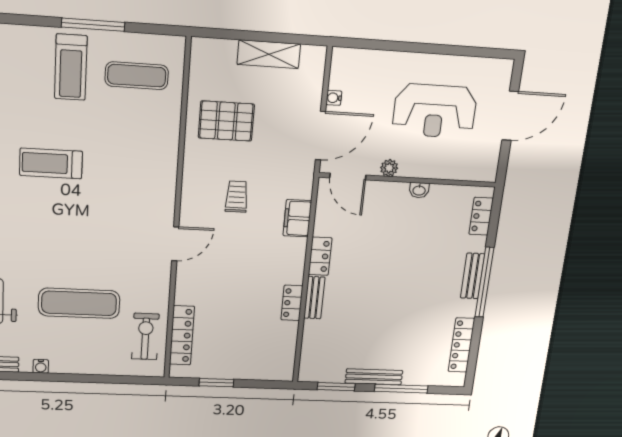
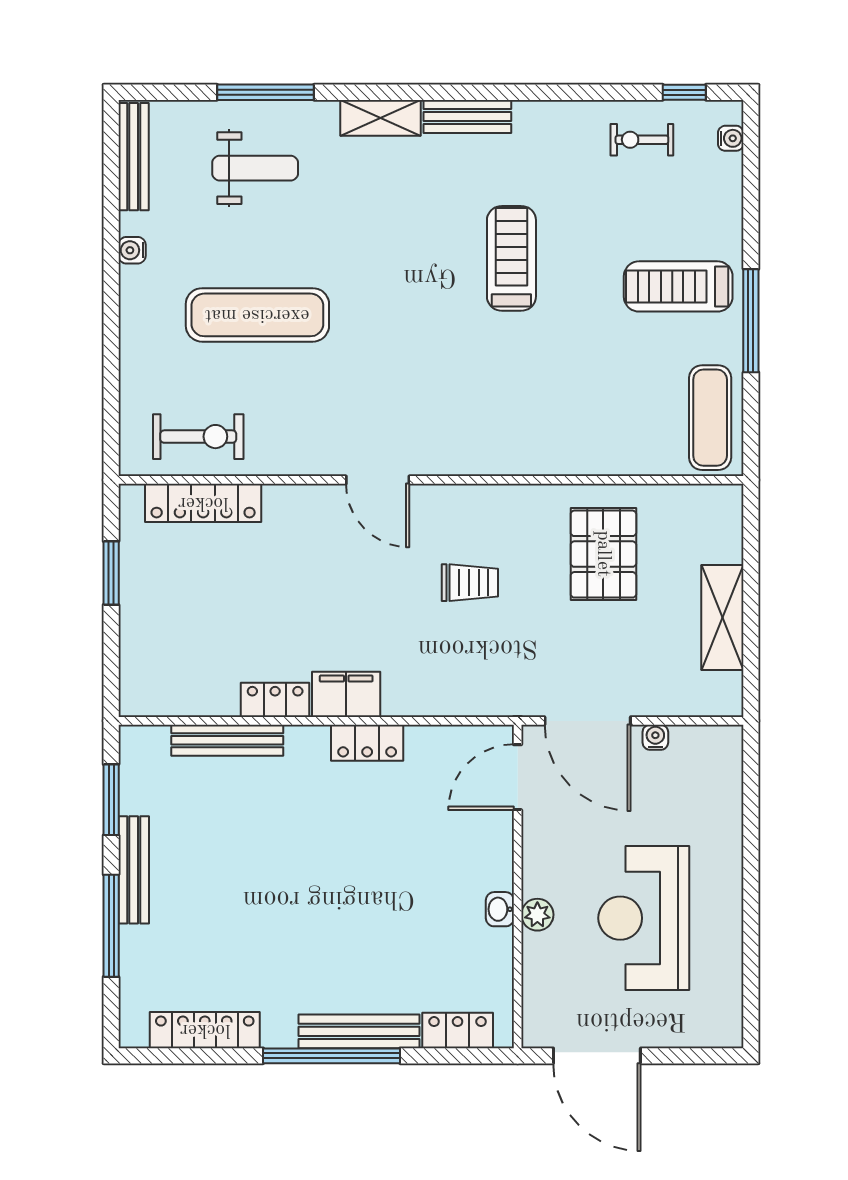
exercise mat: (137, 76) -> (710, 418), moved
door: (510, 116) -> (597, 1056), moved
plant: (389, 168) -> (537, 915), moved
filing cabinet: (297, 218) -> (346, 694), moved
bench: (473, 276) -> (359, 1031), width x1.36
bench: (314, 298) -> (227, 740), moved, width x1.36
exercise mat: (79, 303) -> (257, 315), turned 90

